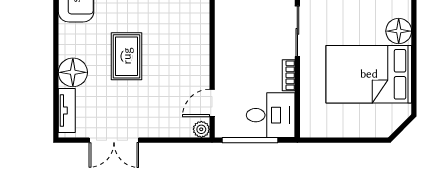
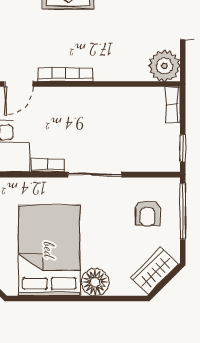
bookcase: (203, 59) -> (66, 74), added
door: (212, 103) -> (19, 84), swing flipped

